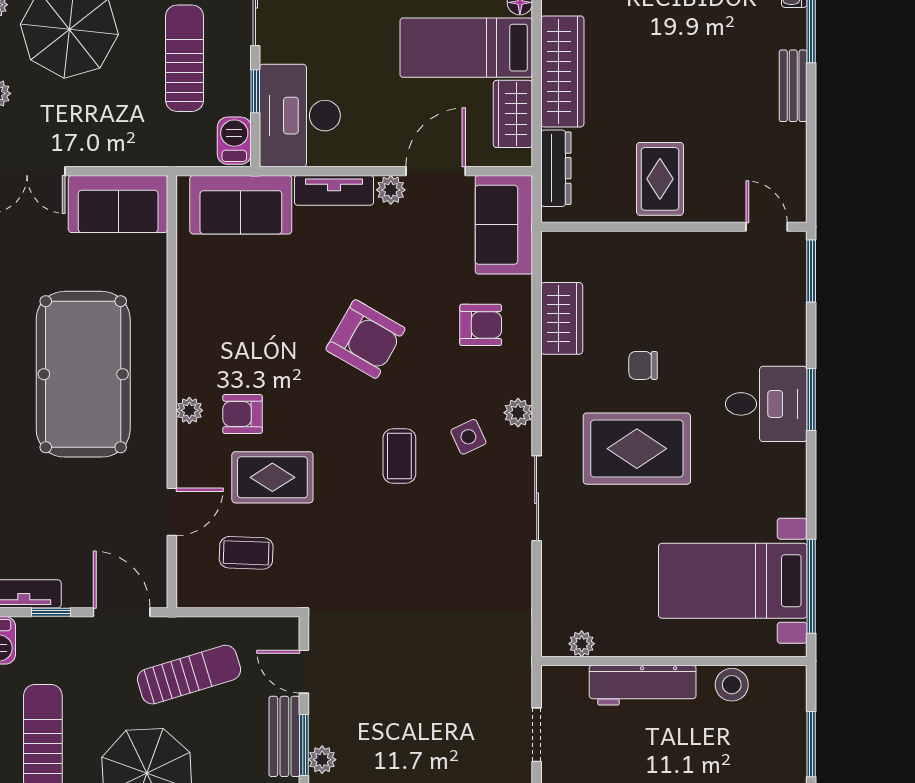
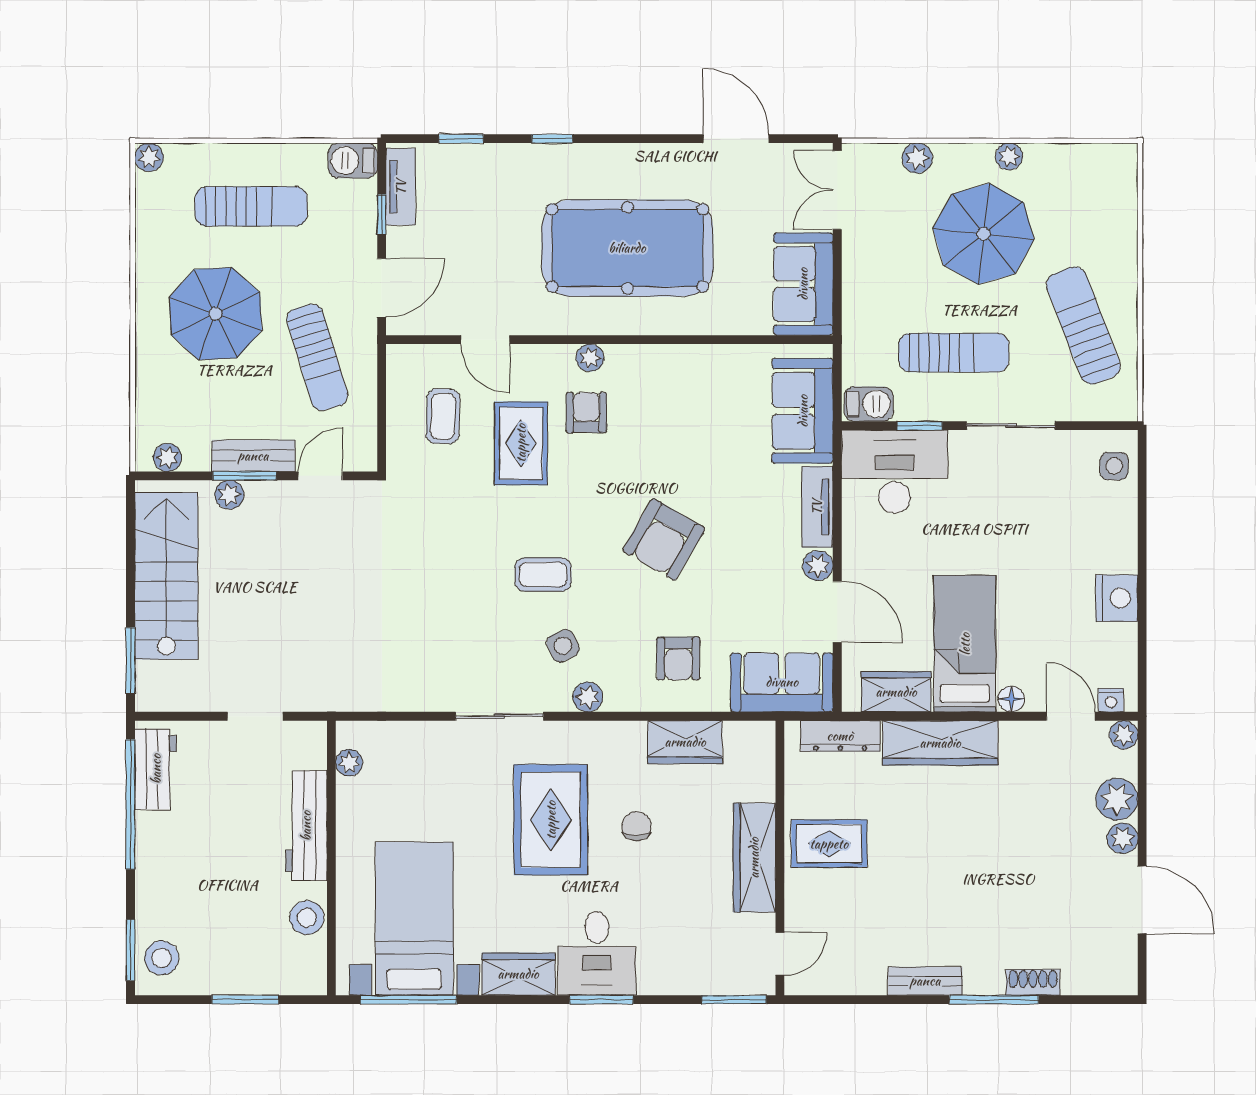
wardrobe: (674, 251) -> (754, 858), added
wardrobe: (786, 480) -> (518, 974), added

